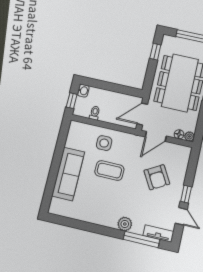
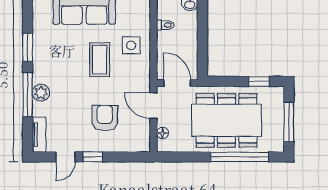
plant: (189, 136) -> (163, 146), removed
armchair: (157, 177) -> (105, 118), turned 120
window: (86, 226) -> (28, 47), added
window: (141, 239) -> (28, 95), moved

